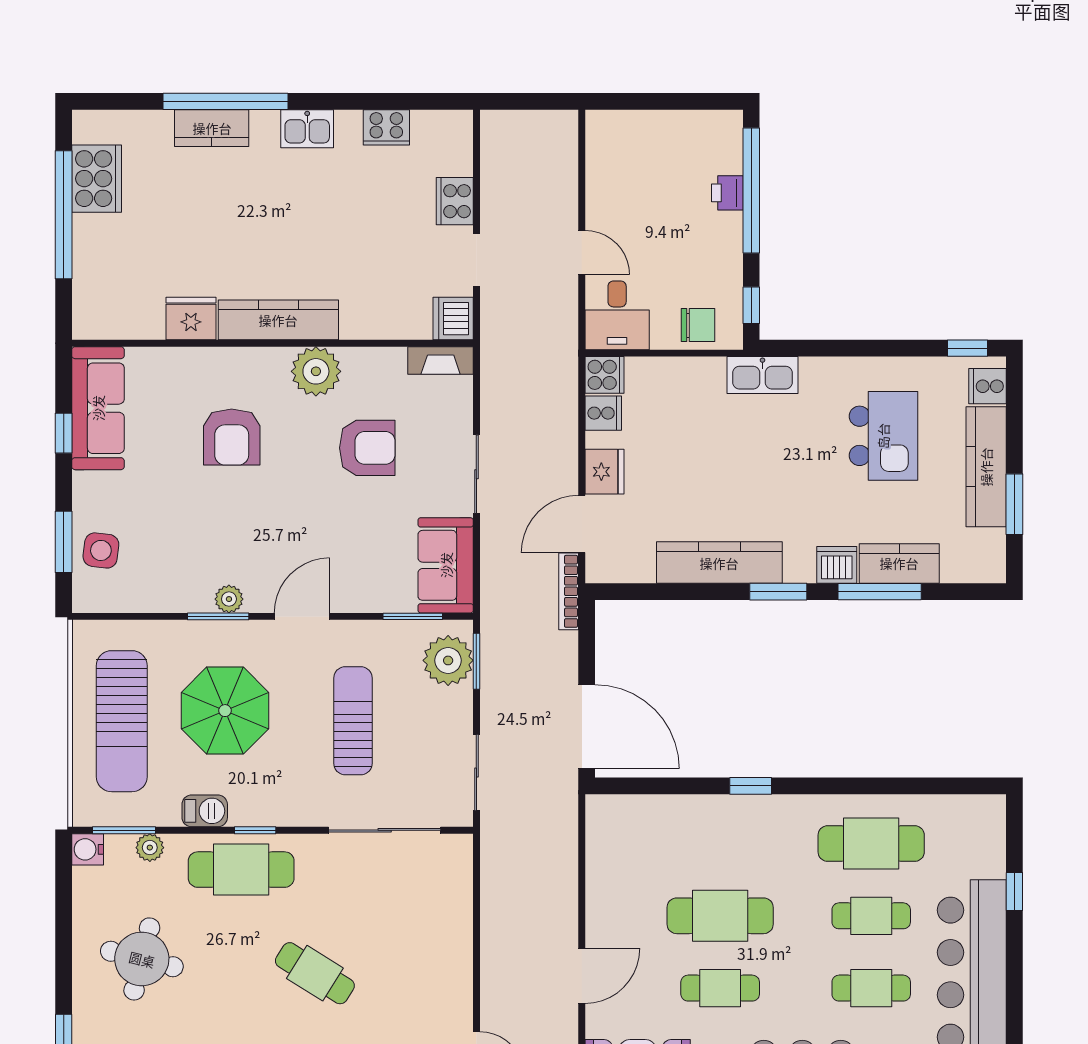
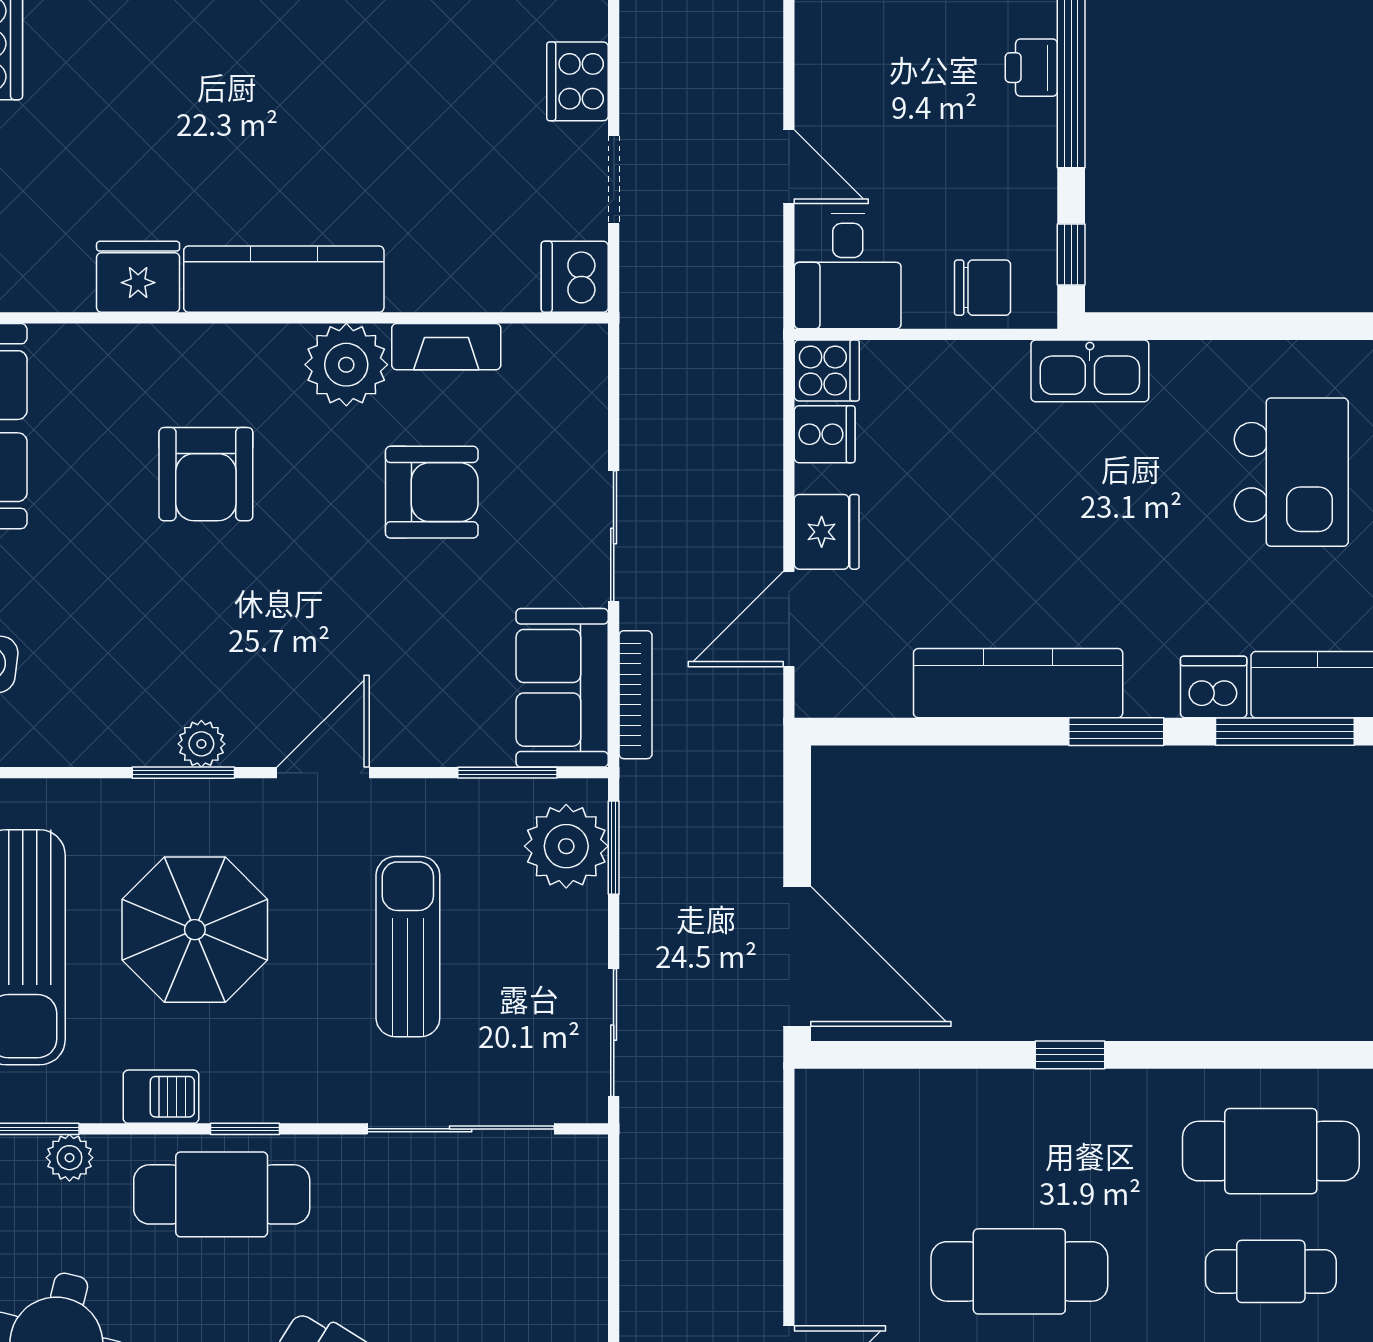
fireplace: (441, 360) -> (446, 347), moved
bookcase: (569, 591) -> (635, 695), moved, turned 180

